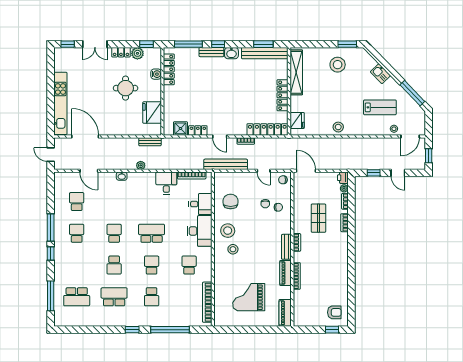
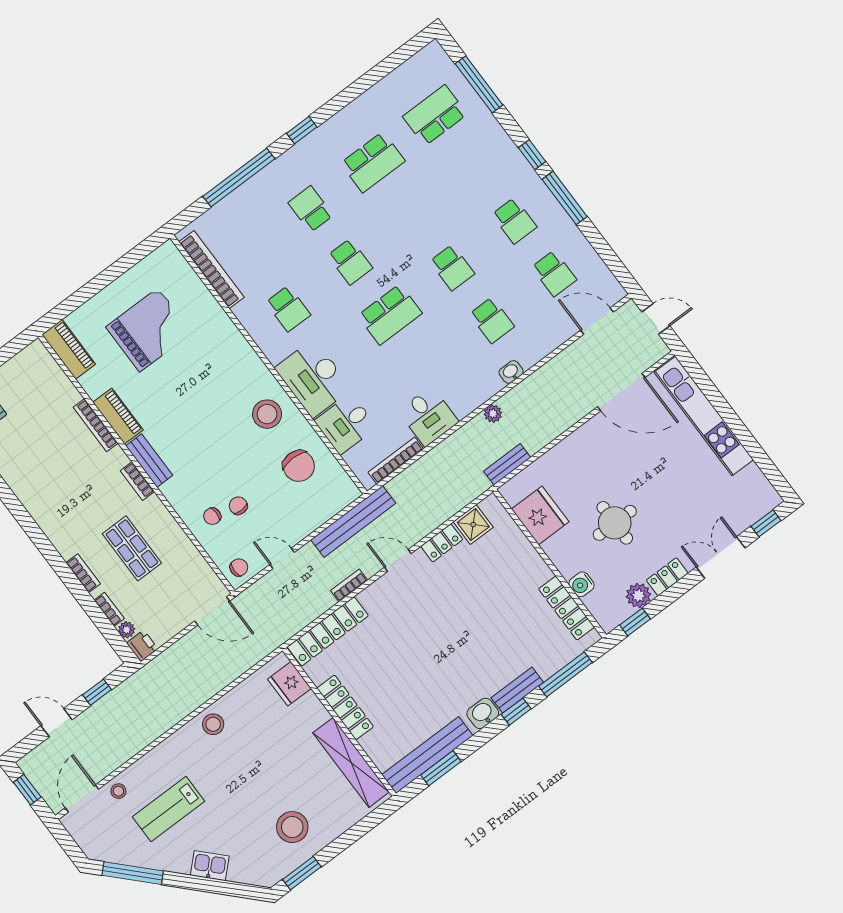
door: (89, 171) -> (597, 321), moved
stool: (233, 249) -> (235, 390), removed
school desk: (114, 265) -> (492, 320), moved, turned 180

